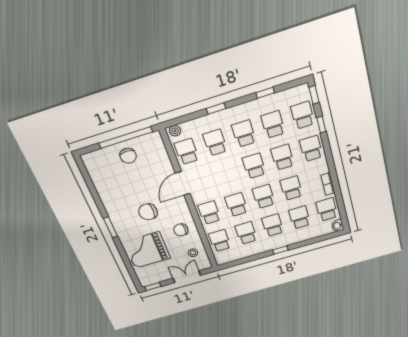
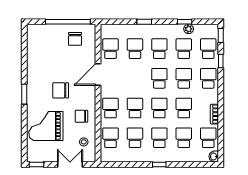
plant: (175, 131) -> (189, 29), moved
chair: (128, 156) -> (75, 39), moved

